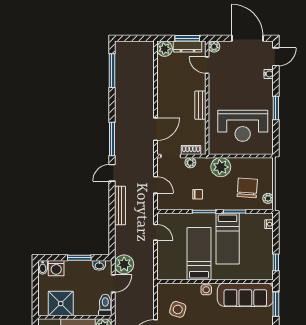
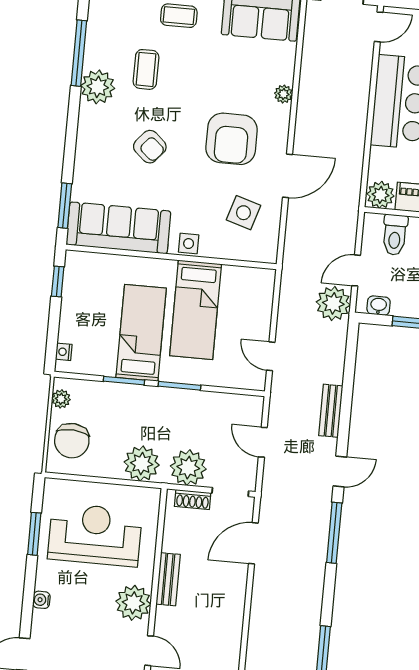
water cooler: (269, 74) -> (41, 600), moved
plant: (218, 91) -> (133, 603), added
window: (276, 108) -> (34, 534), moved
plant: (190, 163) -> (188, 468), width x1.88, depth x1.88
chair: (247, 188) -> (72, 441), moved
chair: (198, 194) -> (188, 418), removed
bench: (120, 206) -> (331, 411), width x0.73
toilet: (105, 305) -> (395, 235), moved

